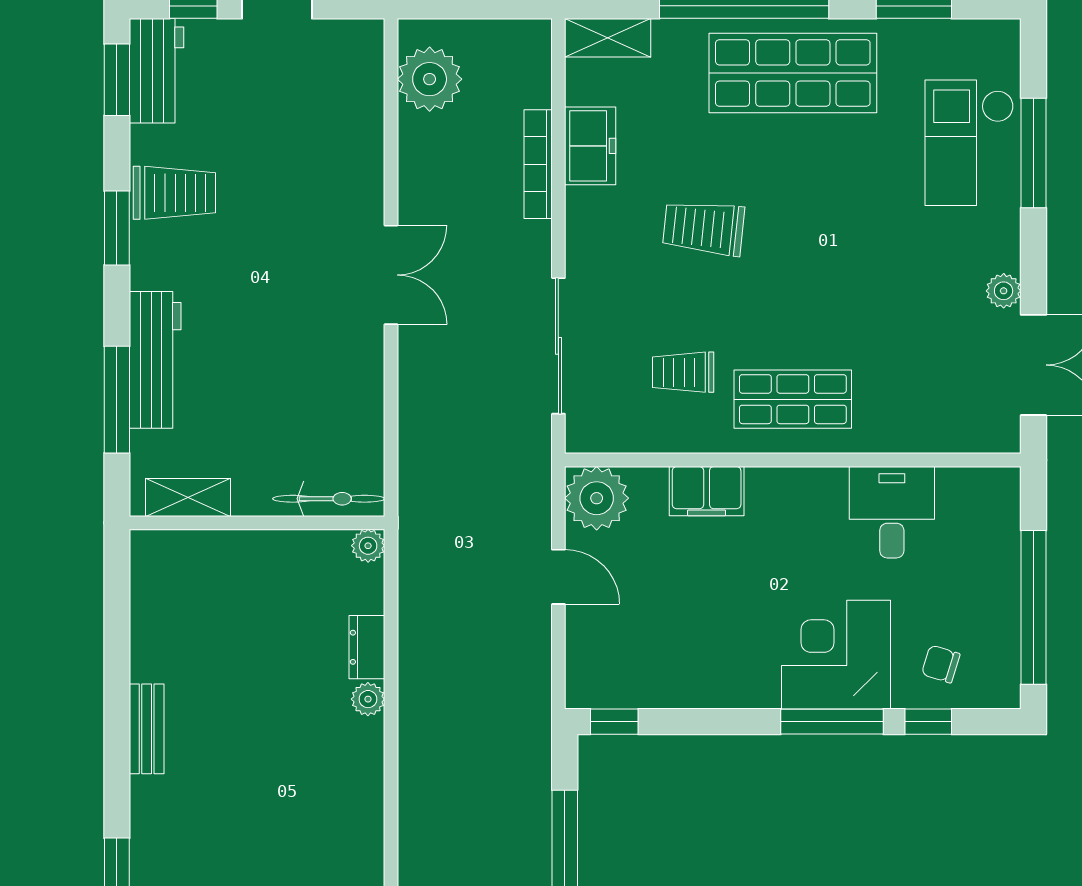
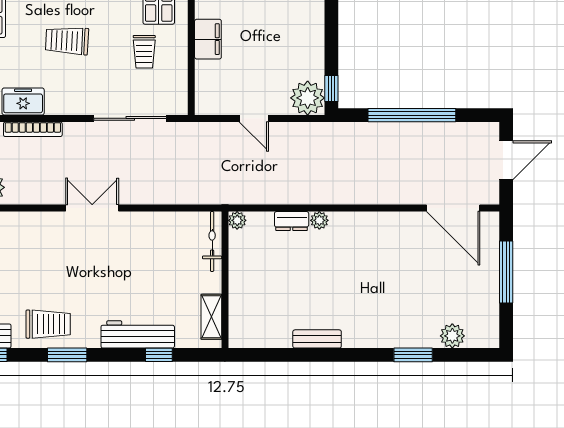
trolley: (174, 193) -> (48, 324), turned 90
trolley: (704, 228) -> (67, 41), turned 87
window: (117, 400) -> (159, 355), width x0.46
plant: (597, 498) -> (308, 98), moved
door: (558, 577) -> (254, 118), swing flipped
bench: (147, 729) -> (317, 339), moved

